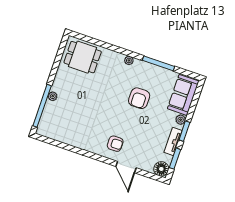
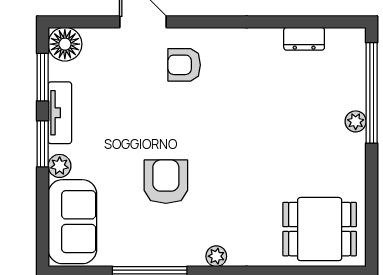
dresser: (62, 137) -> (304, 39), added

